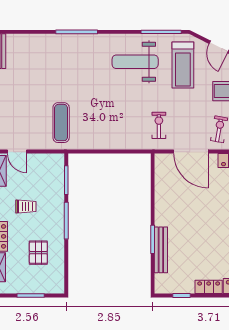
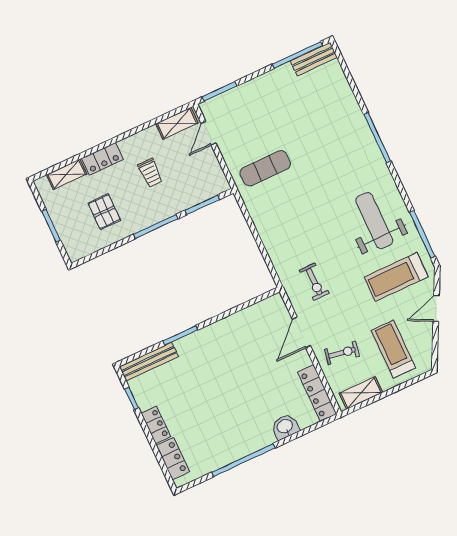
exercise bike: (159, 125) -> (314, 282), turned 90
door: (191, 152) -> (301, 332), width x0.73
bench: (161, 250) -> (149, 362), moved
pallet: (38, 253) -> (104, 212), turned 90

